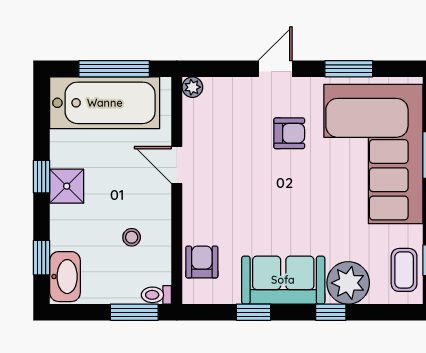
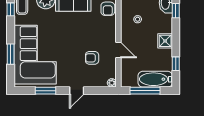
bathtub: (105, 103) -> (155, 79), width x0.73, depth x0.73
armchair: (289, 133) -> (92, 58), moved
window: (42, 177) -> (176, 64), moved

